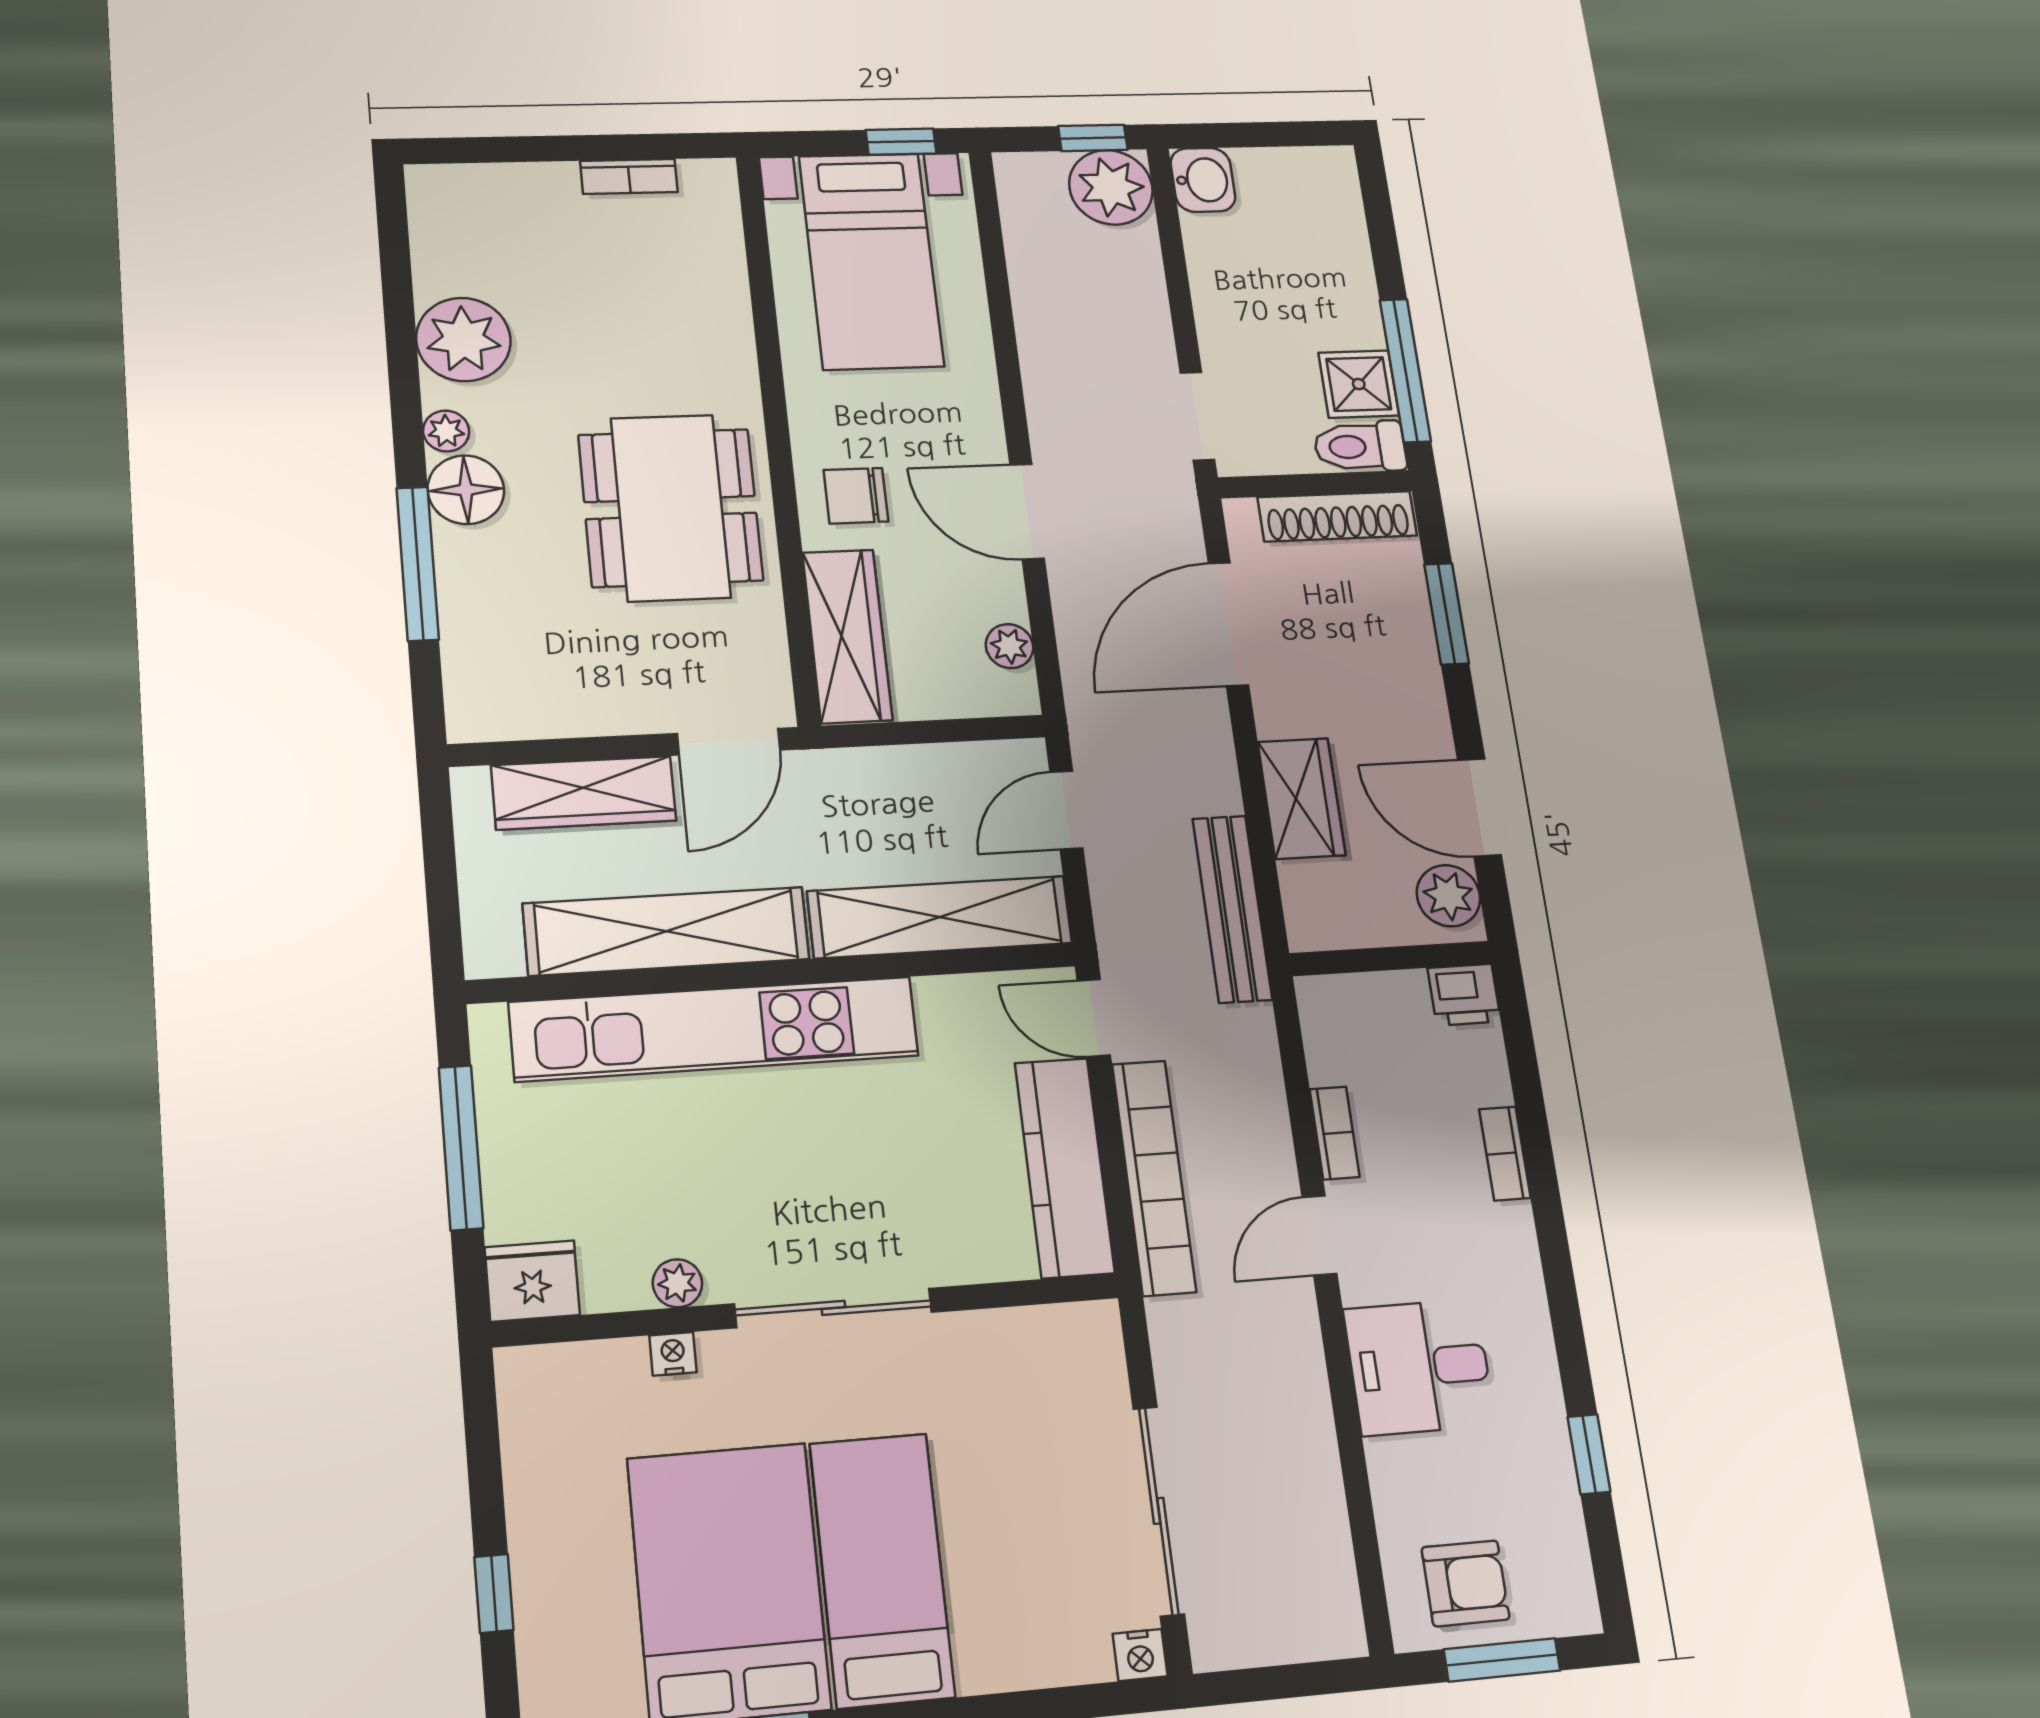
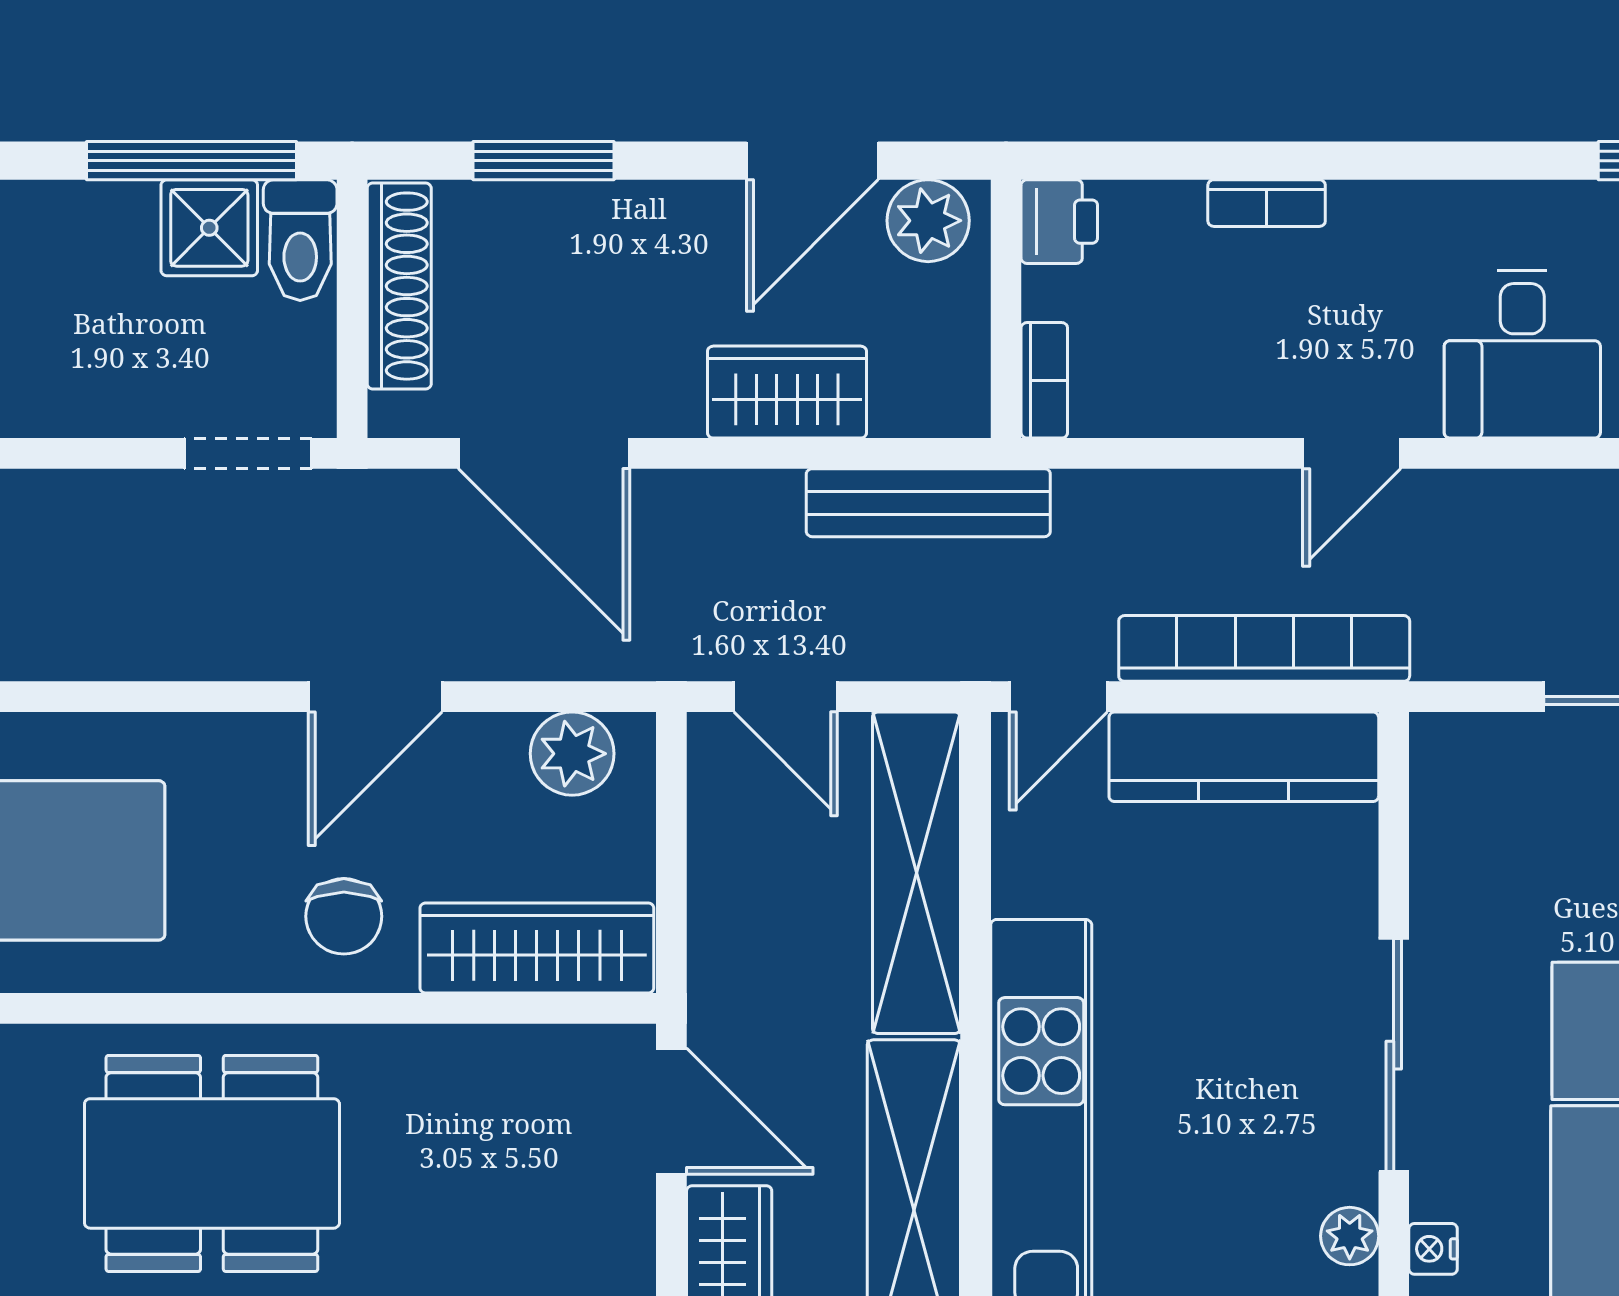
dining table: (671, 508) -> (212, 1163), moved
plant: (1009, 646) -> (572, 754), width x1.38, depth x1.38
bookcase: (1335, 1133) -> (1044, 380), moved, turned 90
door: (1319, 1235) -> (1352, 453), hinge flipped

